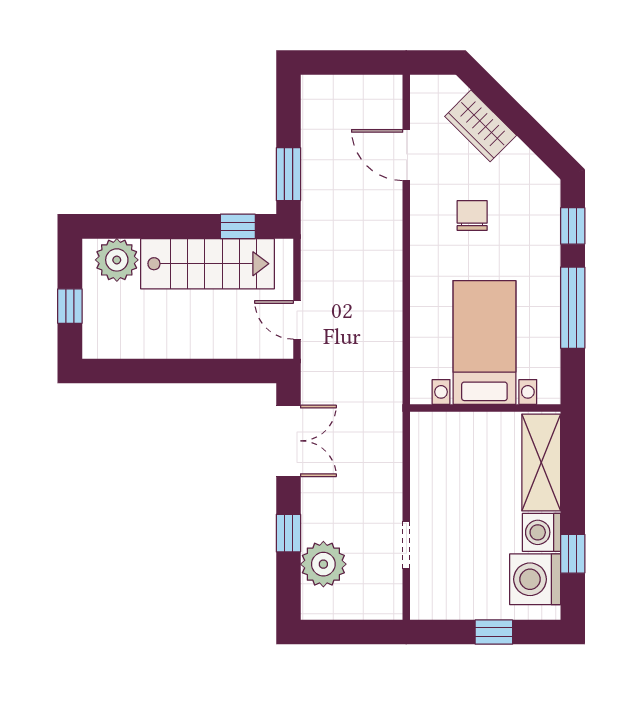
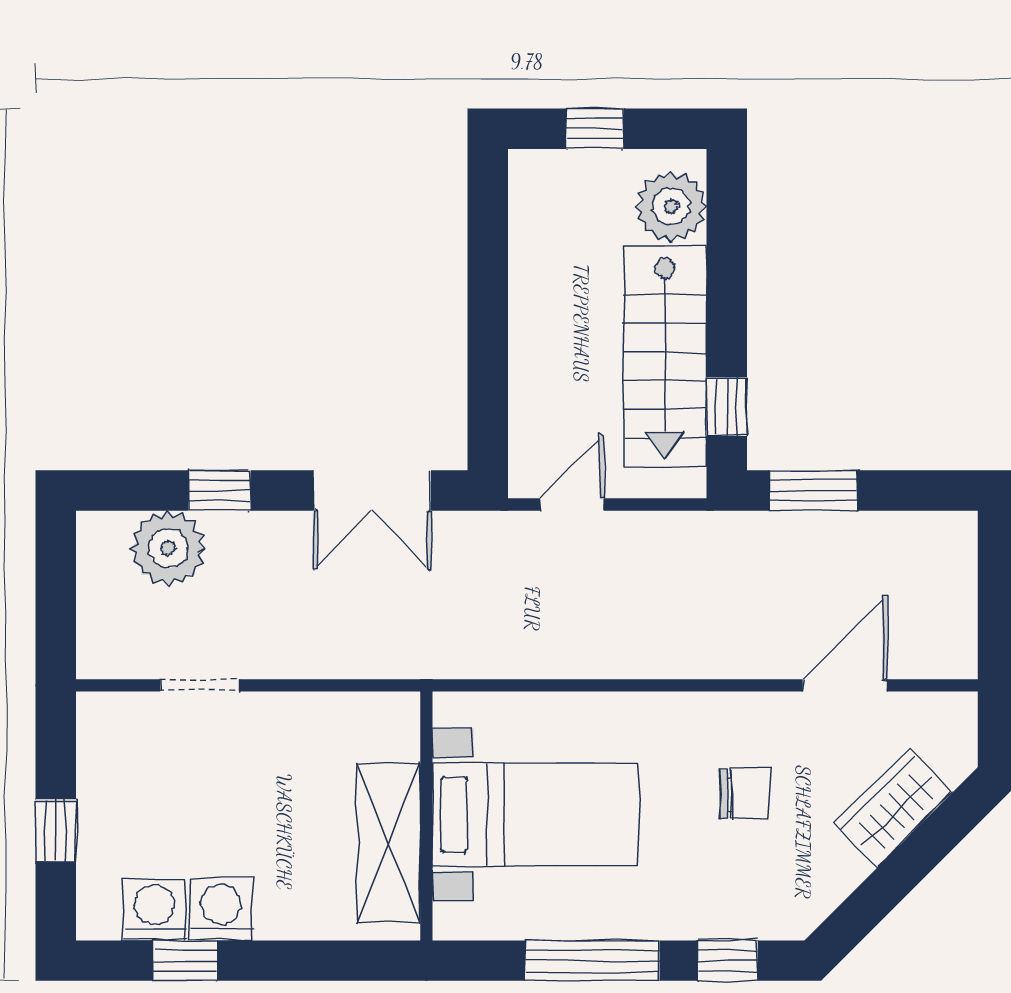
shelving: (541, 463) -> (388, 843), moved, turned 90
washing machine: (535, 579) -> (154, 910), width x0.73, depth x0.73

